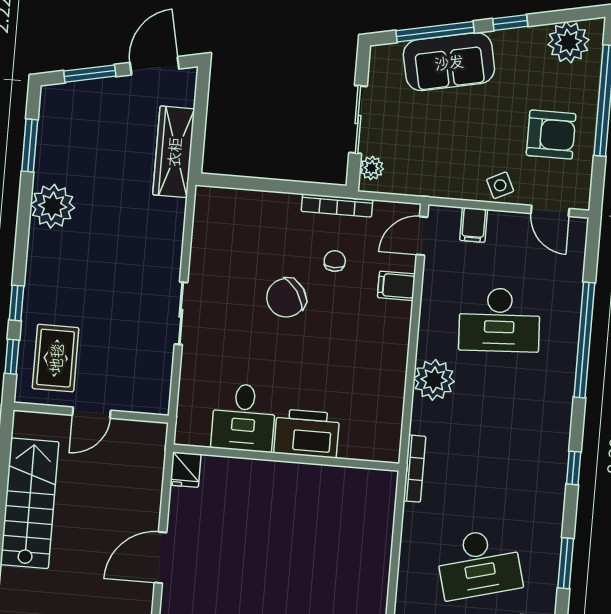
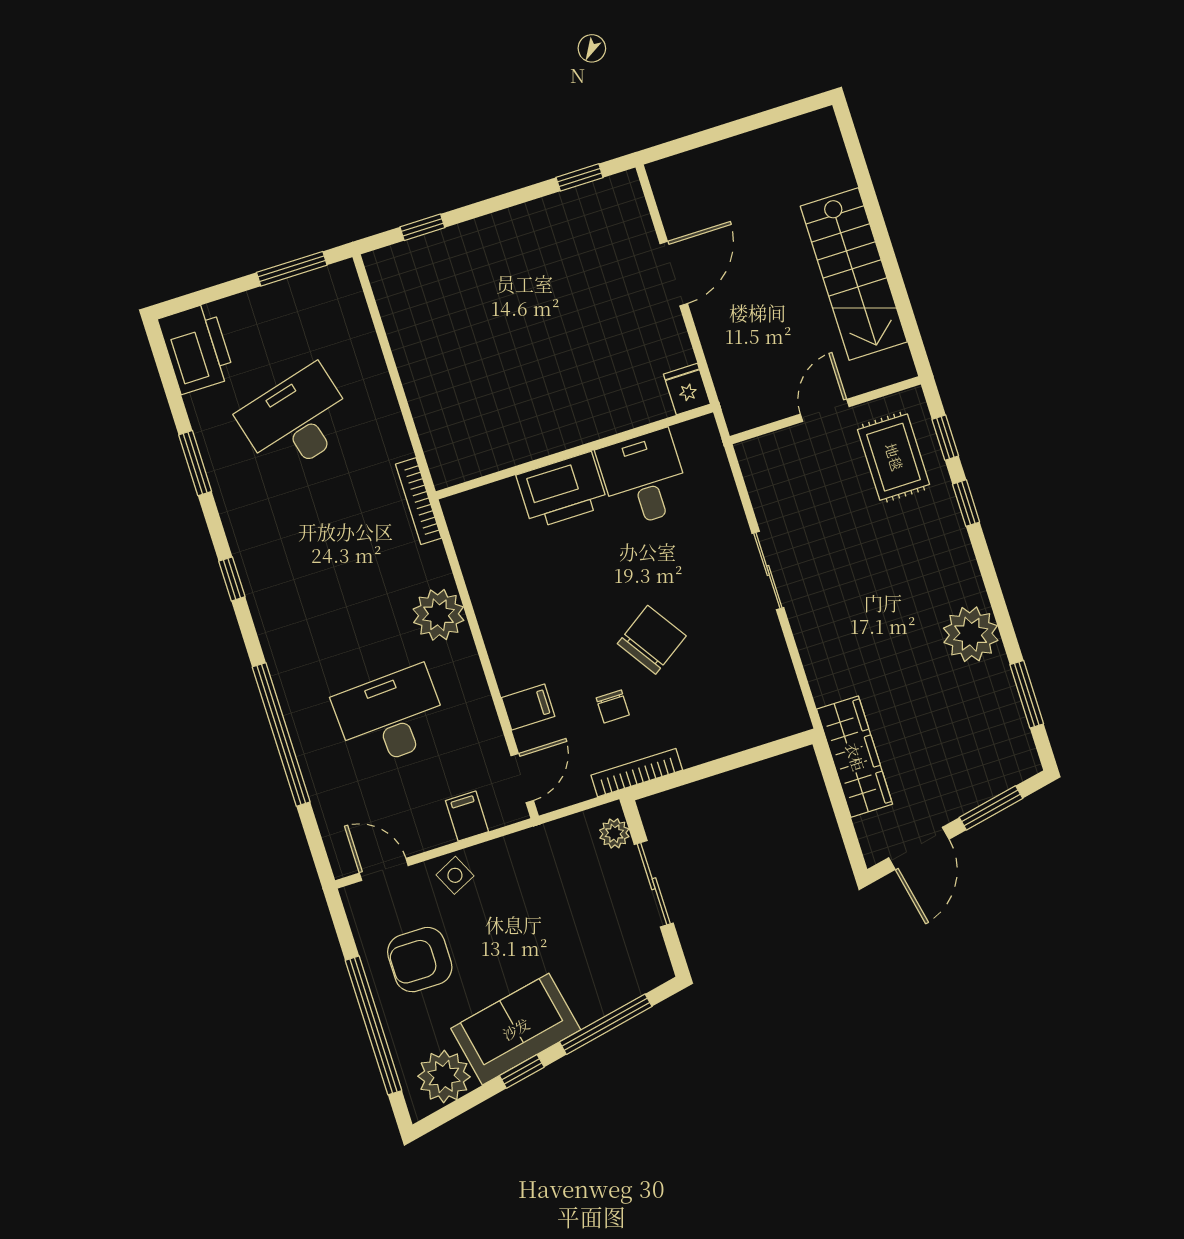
sofa: (449, 62) -> (516, 1029), moved

